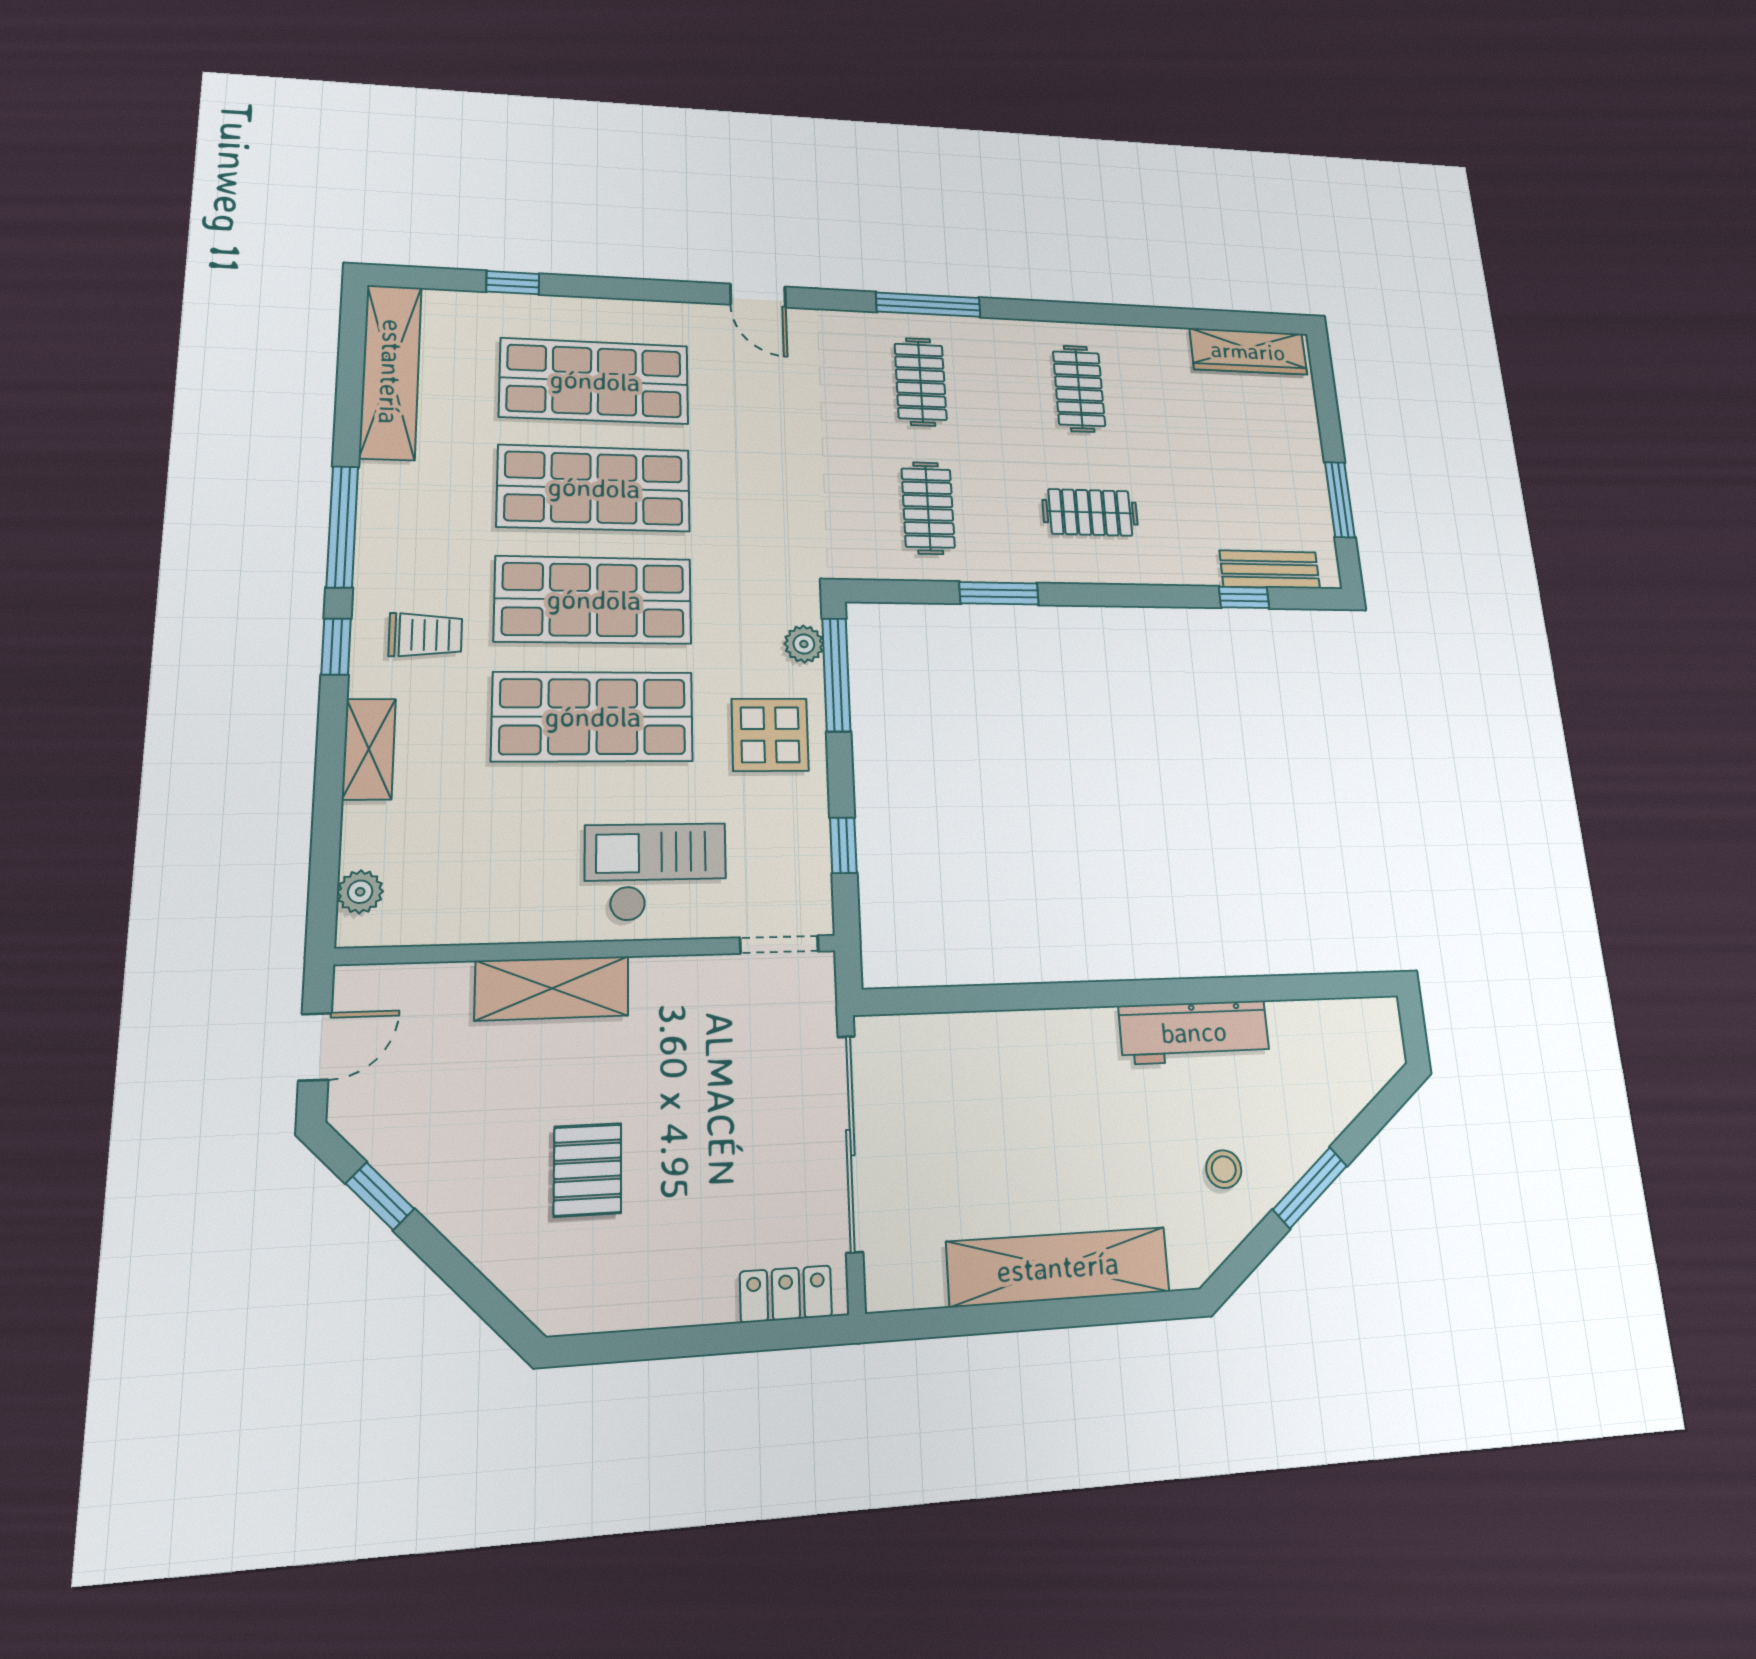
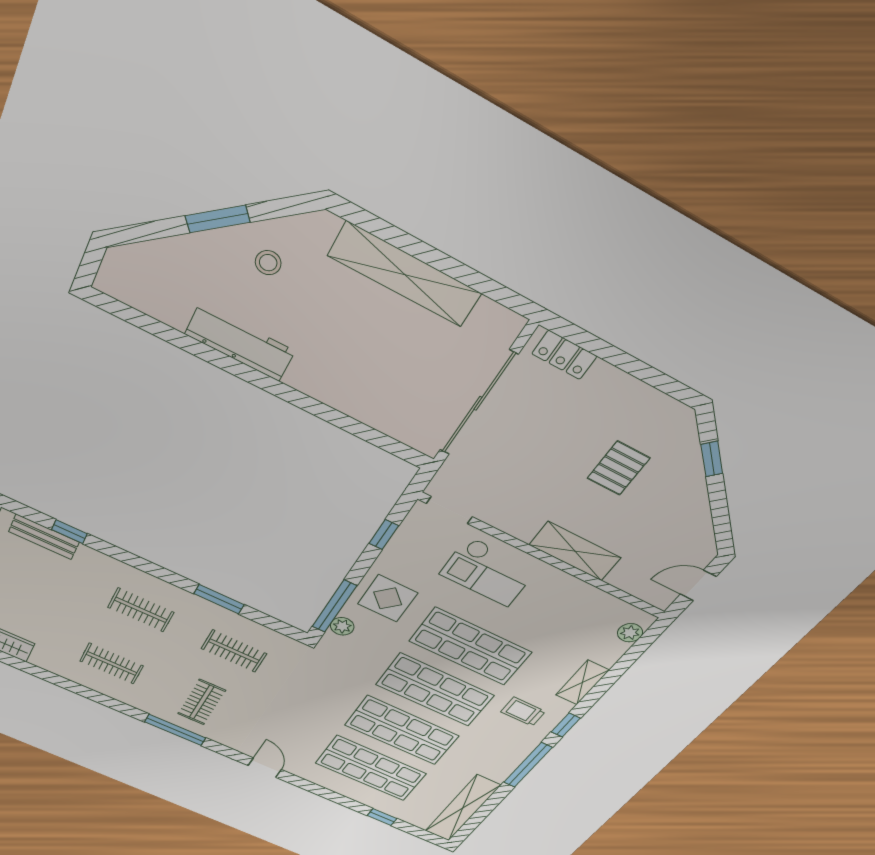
clothes rail: (1079, 389) -> (112, 663), turned 90
clothes rail: (928, 508) -> (234, 651), turned 90
window: (380, 1196) -> (712, 459), moved

